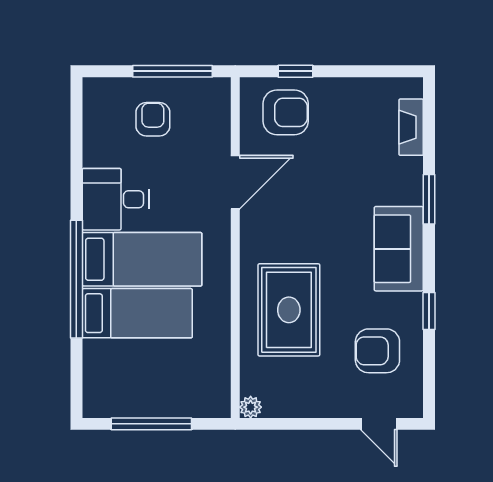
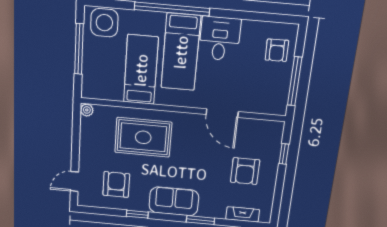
armchair: (286, 112) -> (245, 171), moved
armchair: (153, 119) -> (277, 50), moved, turned 89
bed: (137, 313) -> (141, 70), moved, turned 180
side table: (106, 385) -> (104, 23), added

